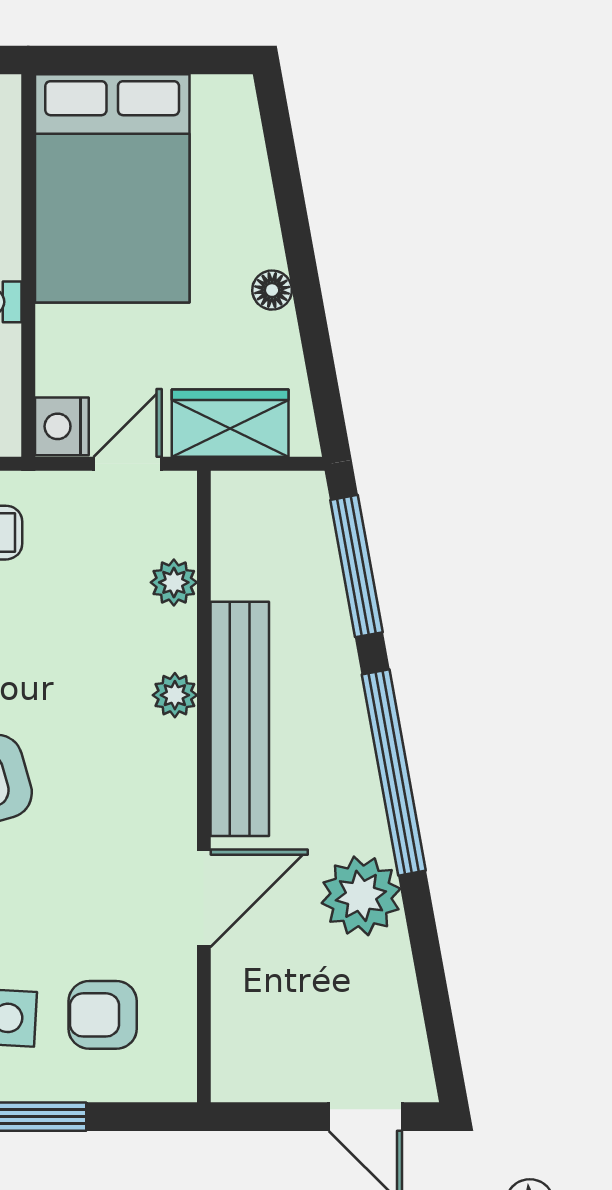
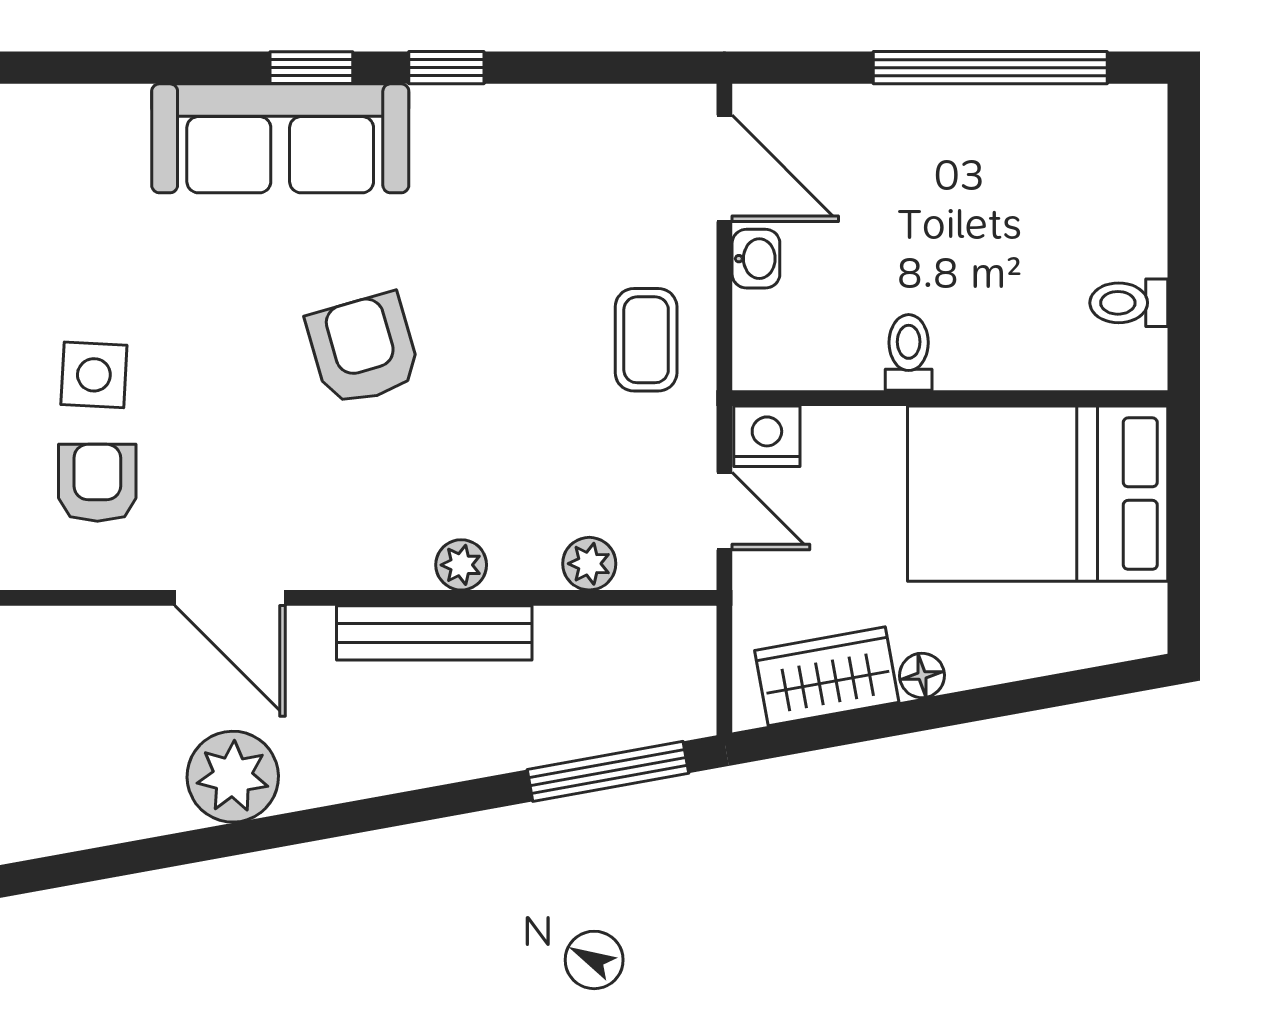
wardrobe: (230, 423) -> (827, 676), moved, turned -100
bench: (240, 719) -> (434, 633), width x0.73, depth x0.82
window: (394, 772) -> (373, 814), removed

